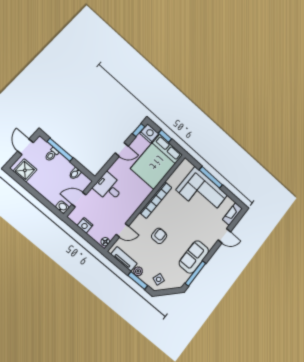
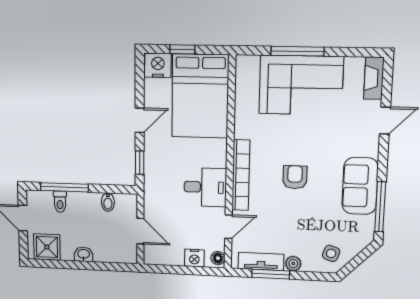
window: (138, 130) -> (140, 163), moved
desk: (108, 187) -> (205, 187), moved, turned 180
door: (79, 200) -> (140, 231), swing flipped
bookcase: (156, 200) -> (241, 175), moved
washbasin: (62, 207) -> (84, 254), moved
nightstand: (85, 225) -> (194, 258), moved
armchair: (159, 236) -> (295, 177), moved
window: (138, 281) -> (271, 274), moved

